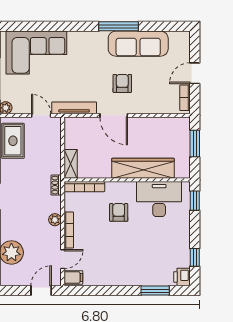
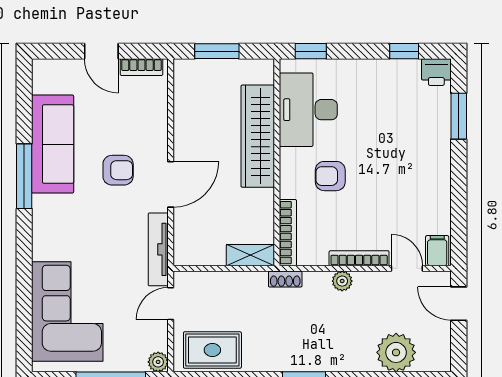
armchair: (122, 83) -> (118, 170), turned 180

